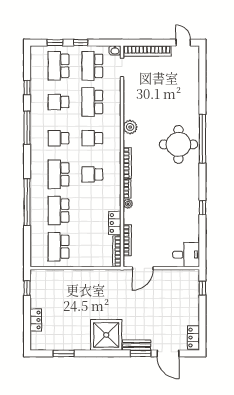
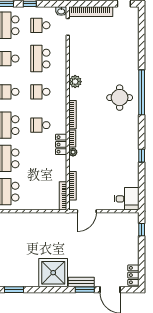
school desk: (92, 66) -> (40, 25), width x0.54
round table: (178, 144) -> (120, 98), width x0.73, depth x0.73
locker: (115, 223) -> (61, 144), moved

